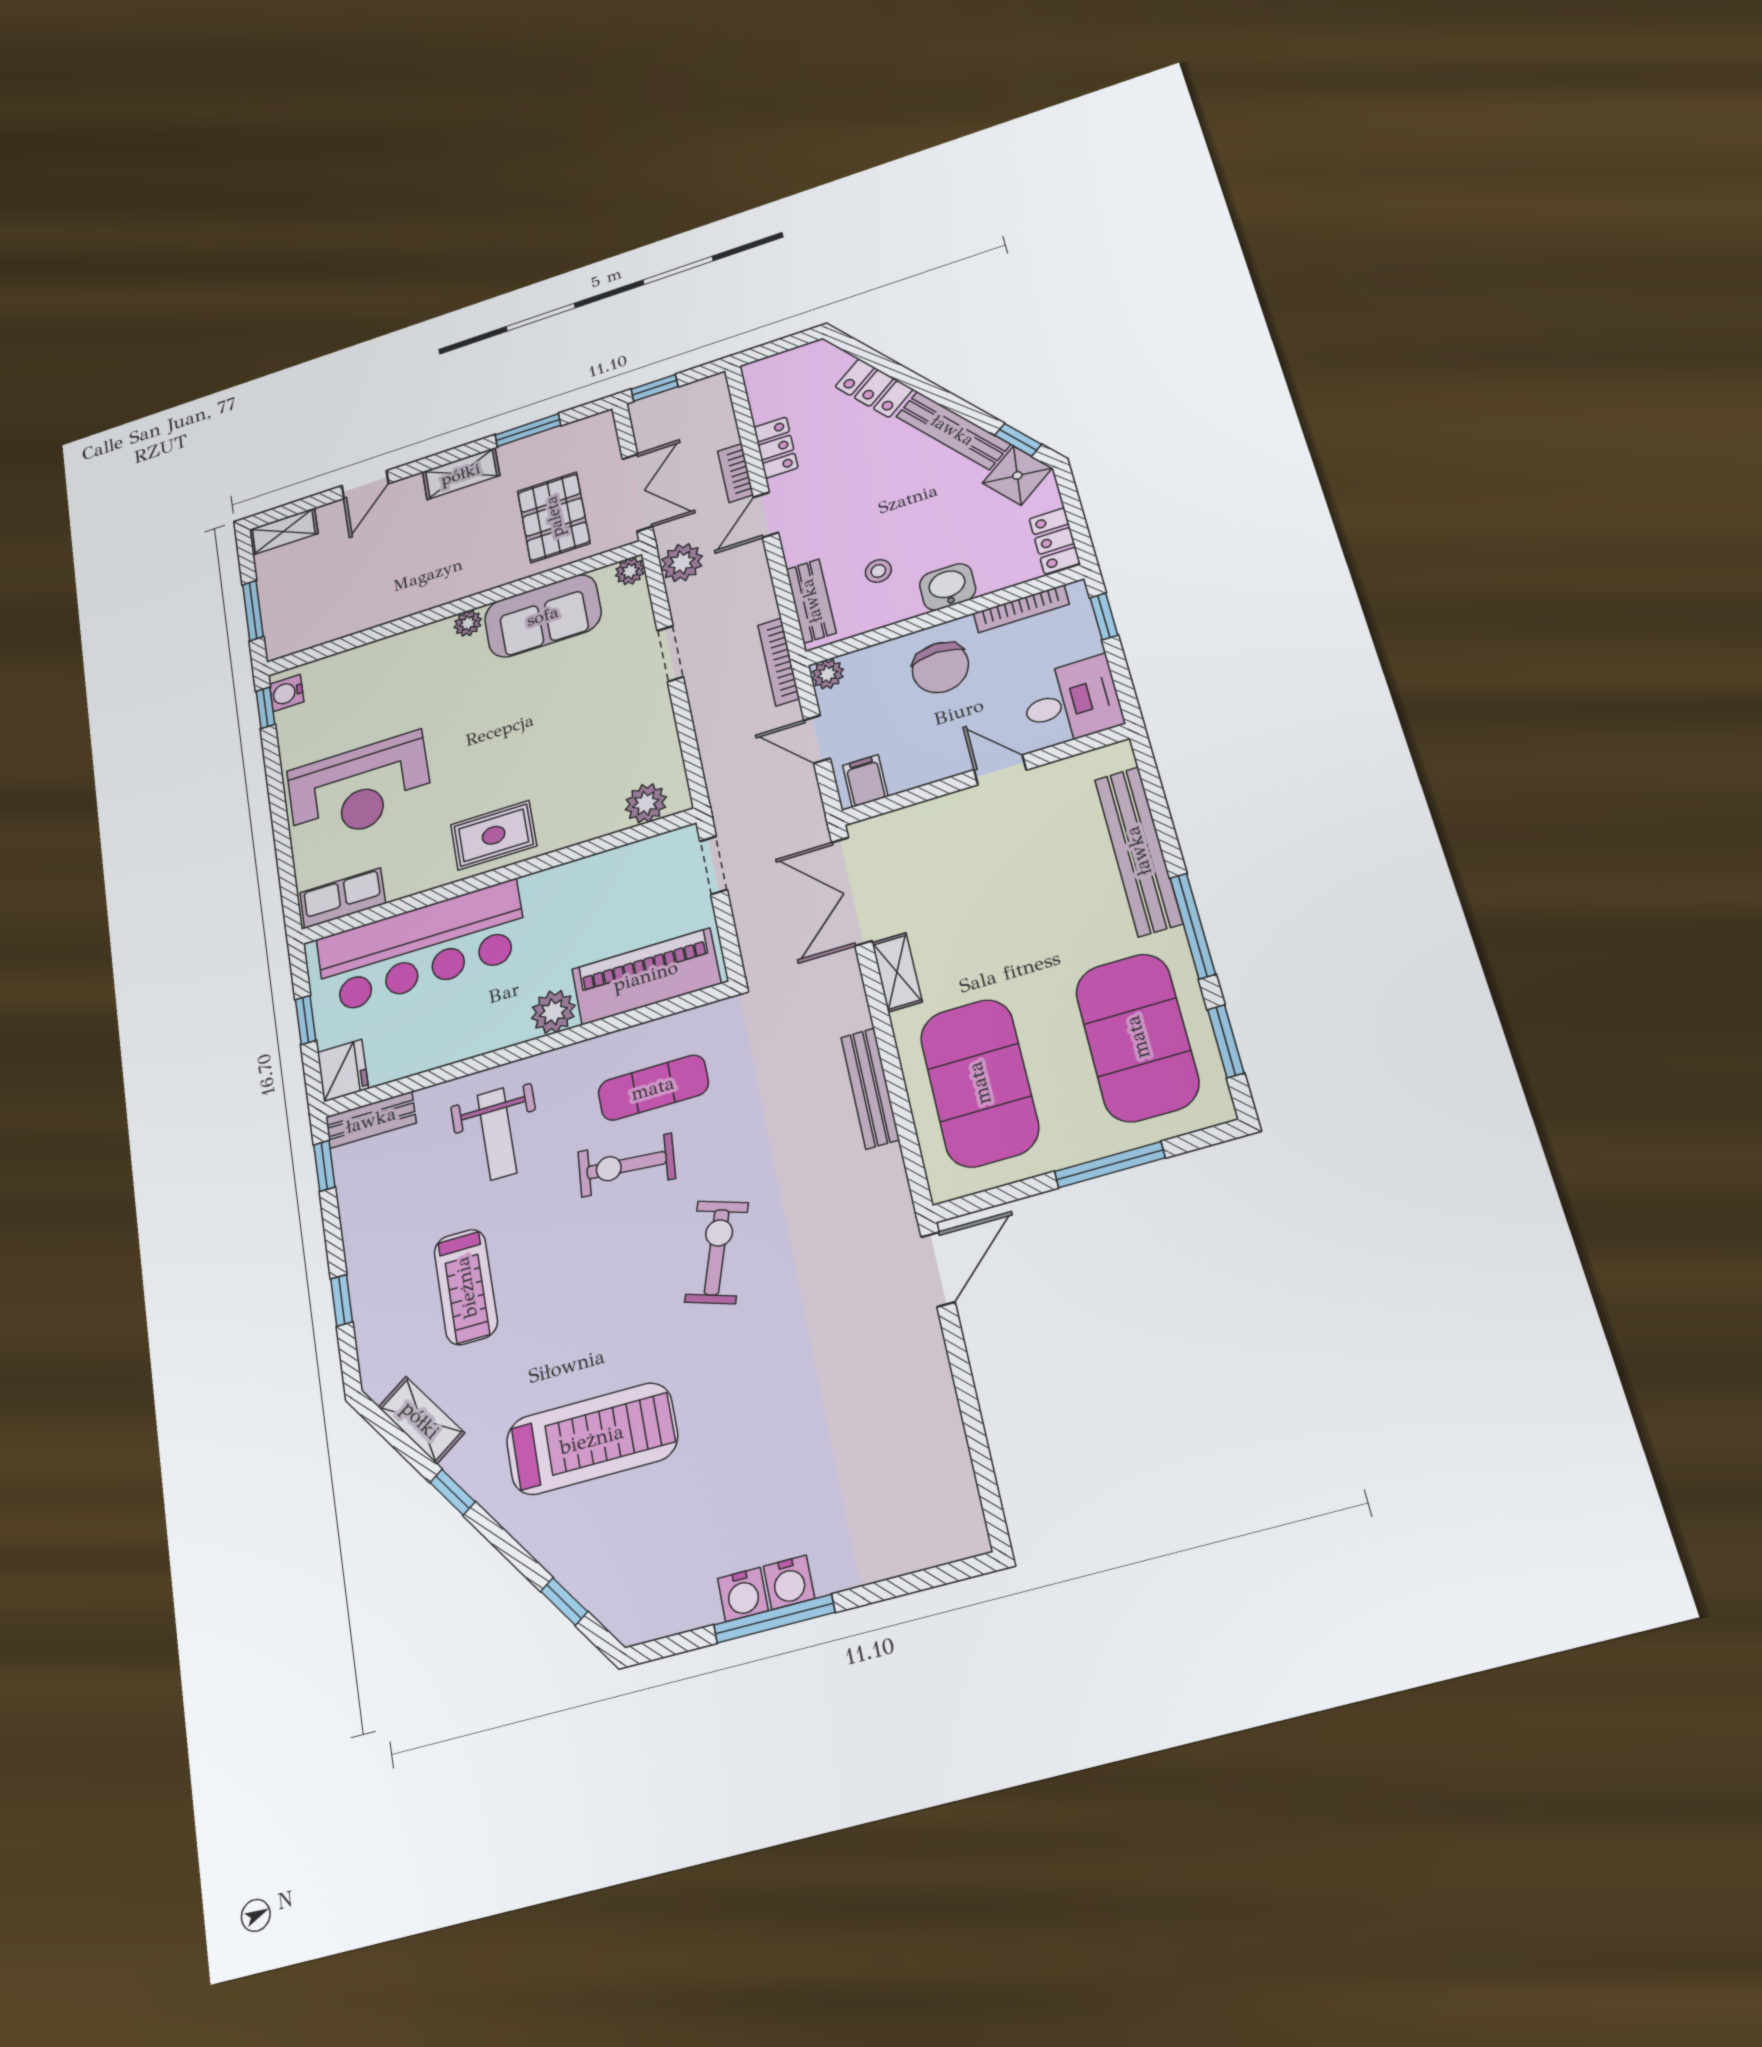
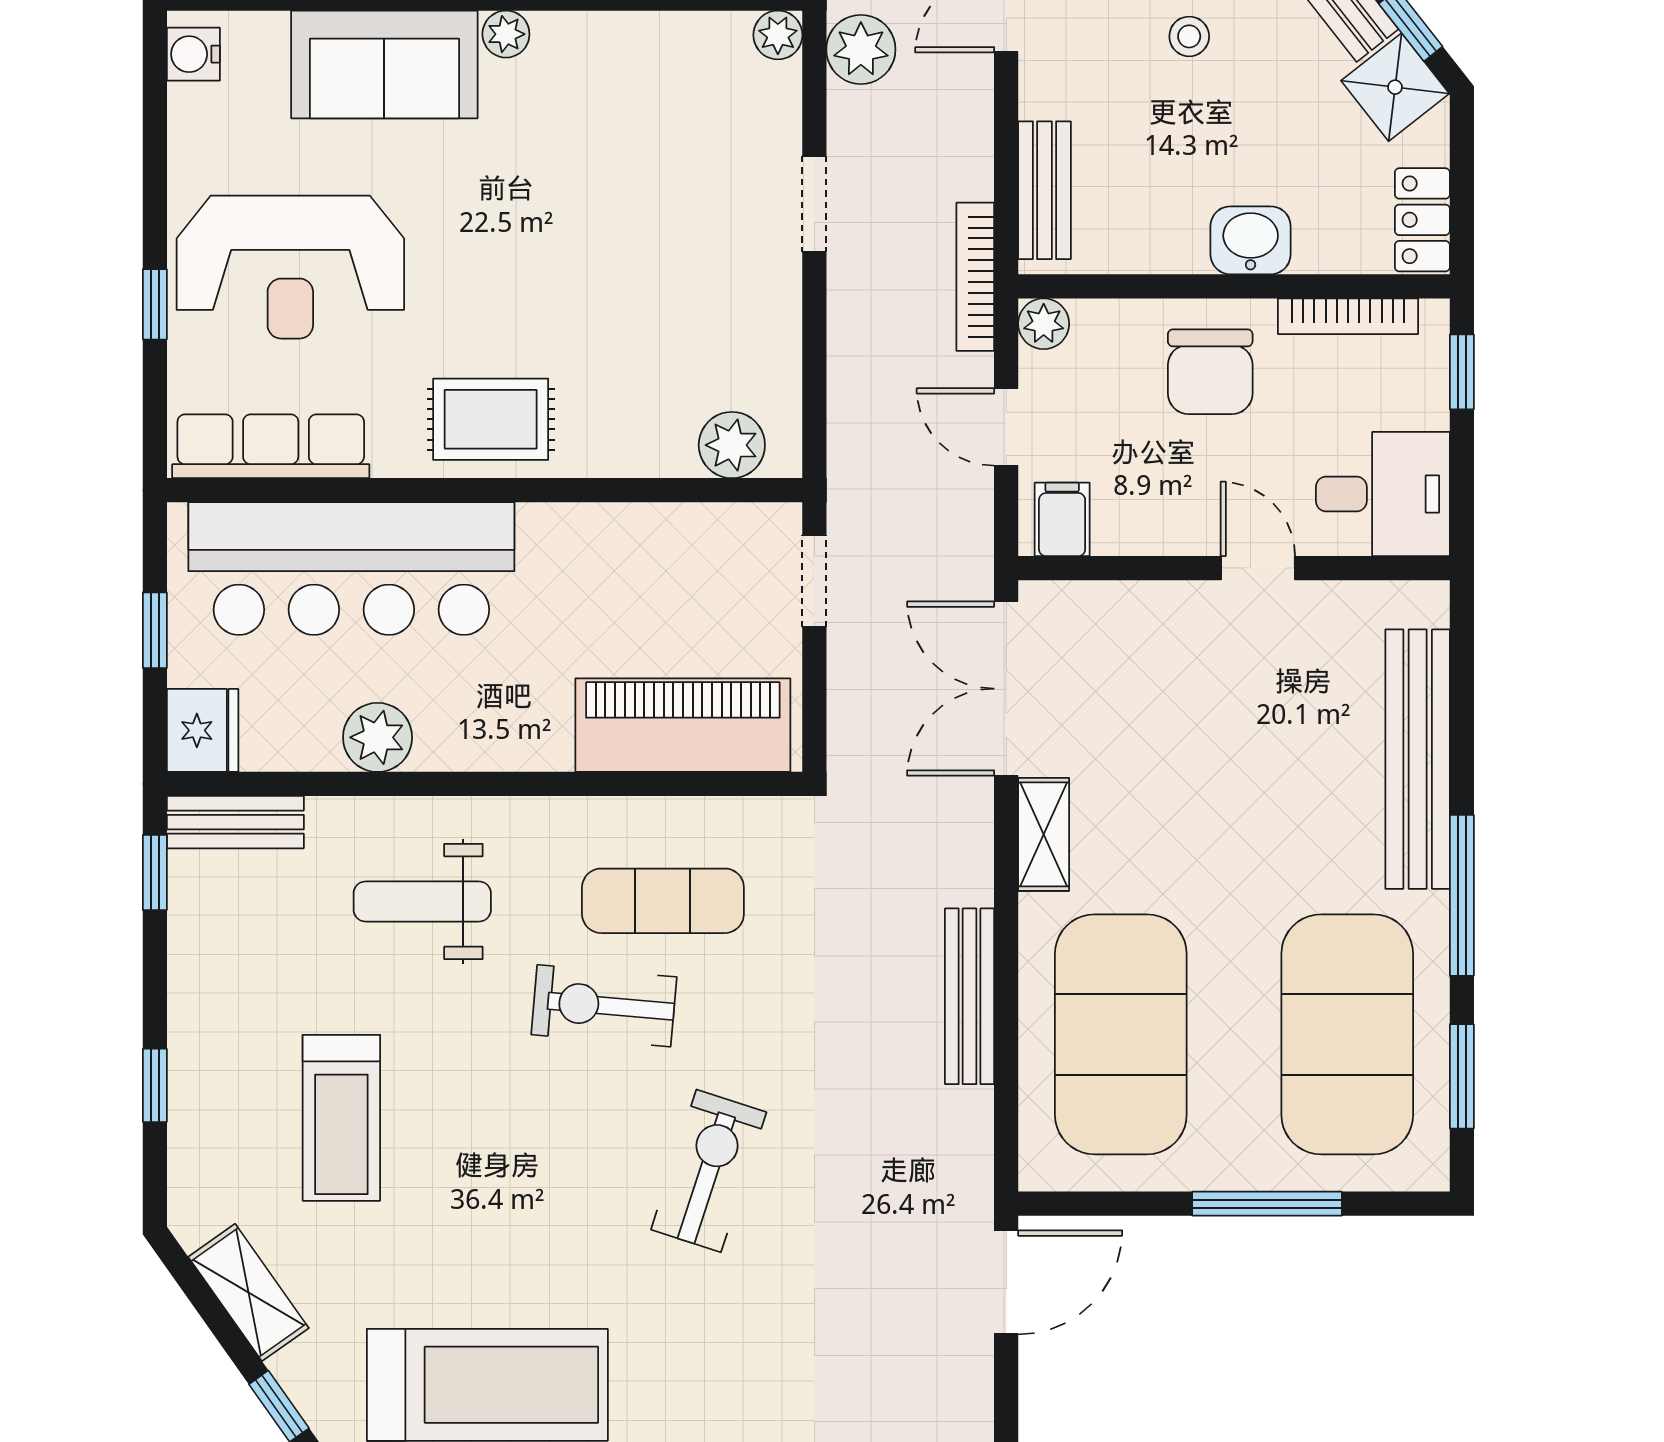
stool: (878, 571) -> (1189, 36), moved
sofa: (543, 616) -> (384, 64), moved
window: (265, 708) -> (155, 304), moved
row of seats: (343, 898) -> (271, 446), width x1.48
plant: (553, 1012) -> (378, 737), moved
weight bench: (497, 1134) -> (422, 901), turned 90

